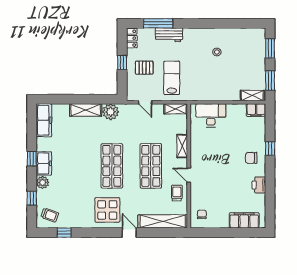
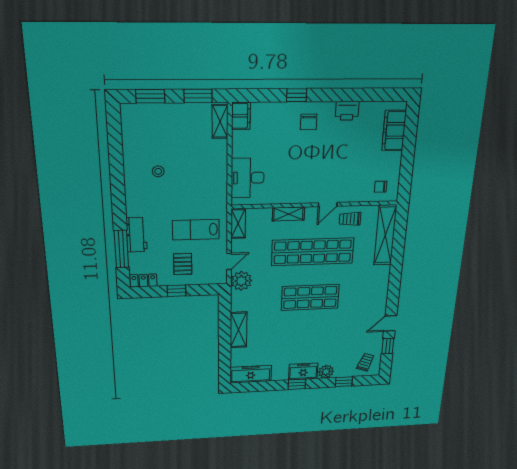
plant: (111, 112) -> (241, 281), moved
shop shelf: (151, 166) -> (313, 252), width x1.40
display table: (107, 210) -> (365, 300), removed
door: (129, 233) -> (390, 323), moved

